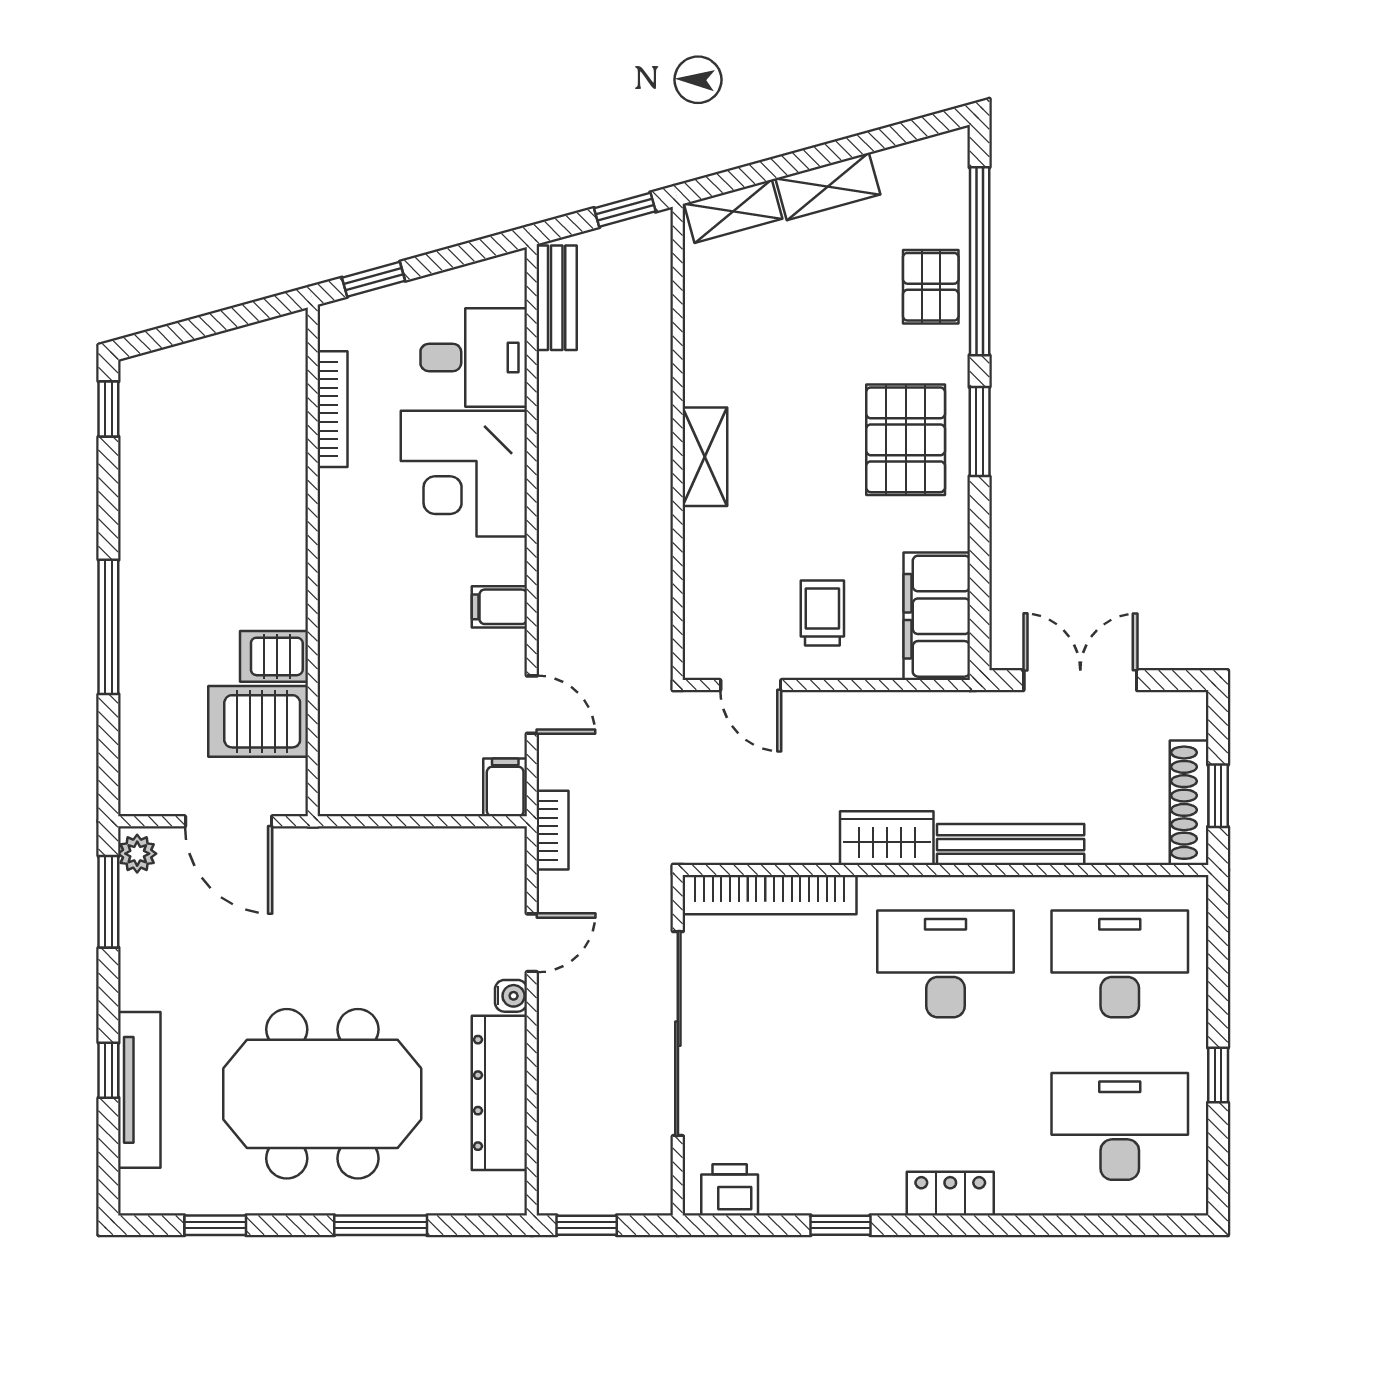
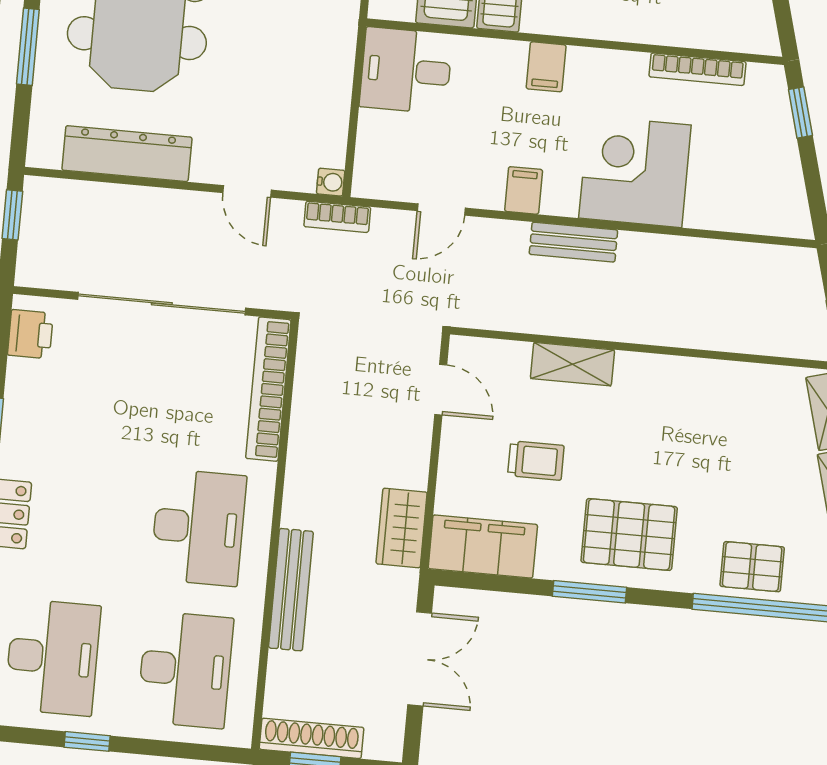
bench: (557, 298) -> (573, 242), moved
desk: (474, 357) -> (406, 71), moved, turned 90
window: (980, 432) -> (589, 592), moved
shelving: (705, 457) -> (572, 364), moved
trolley: (822, 613) -> (536, 461), moved
door: (751, 685) -> (441, 390), swing flipped
filing cabinet: (505, 787) -> (546, 67), moved, turned 90
wardrobe: (887, 838) -> (402, 528), moved, turned 180
water cooler: (511, 996) -> (331, 182), moved, turned -90

